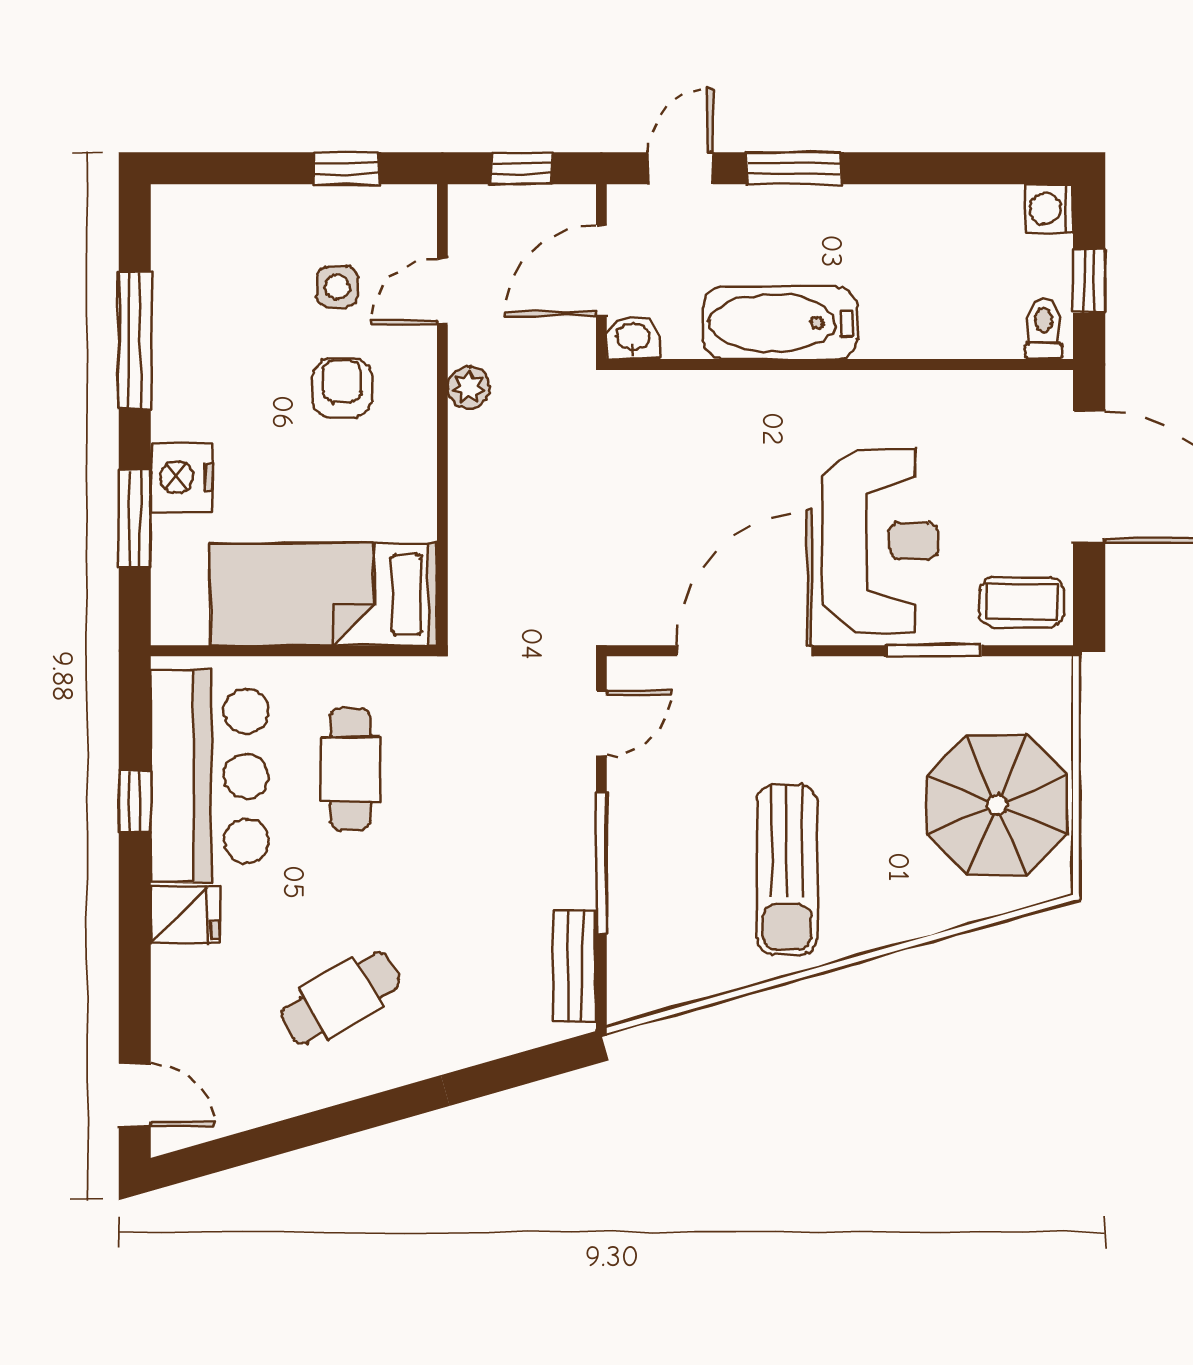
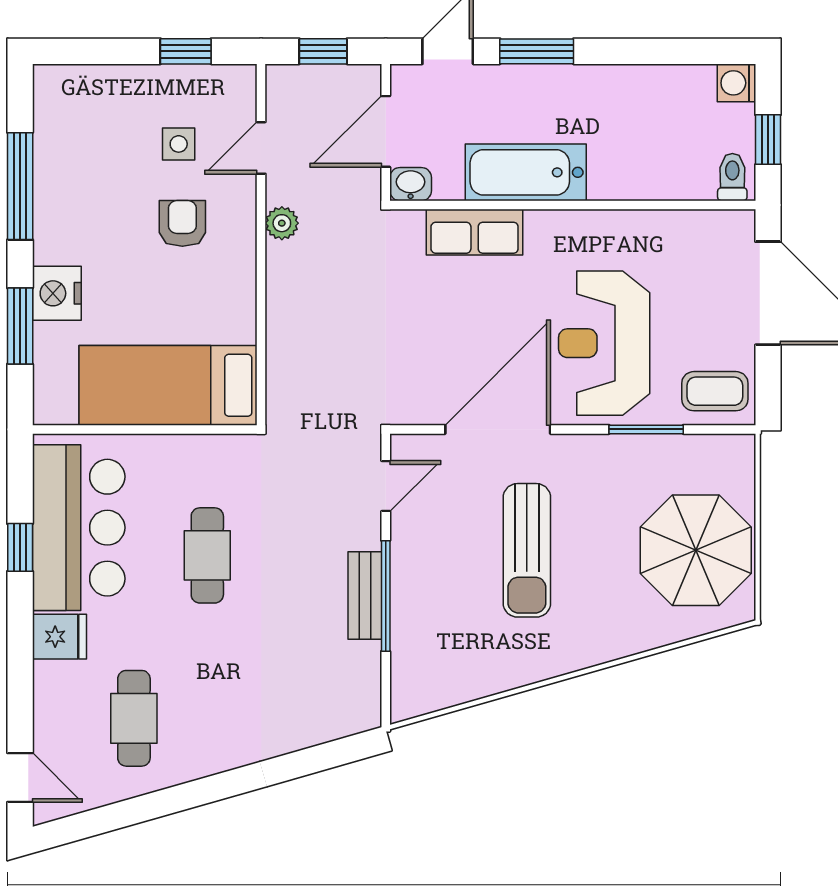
row of seats: (715, 399) -> (475, 232), added
reception desk: (880, 541) -> (604, 343), turned 180
cafe table: (350, 769) -> (207, 555), moved
sun lounger: (787, 870) -> (527, 550), moved
bench: (575, 966) -> (365, 595), moved
cafe table: (340, 998) -> (134, 718), moved, turned -59

